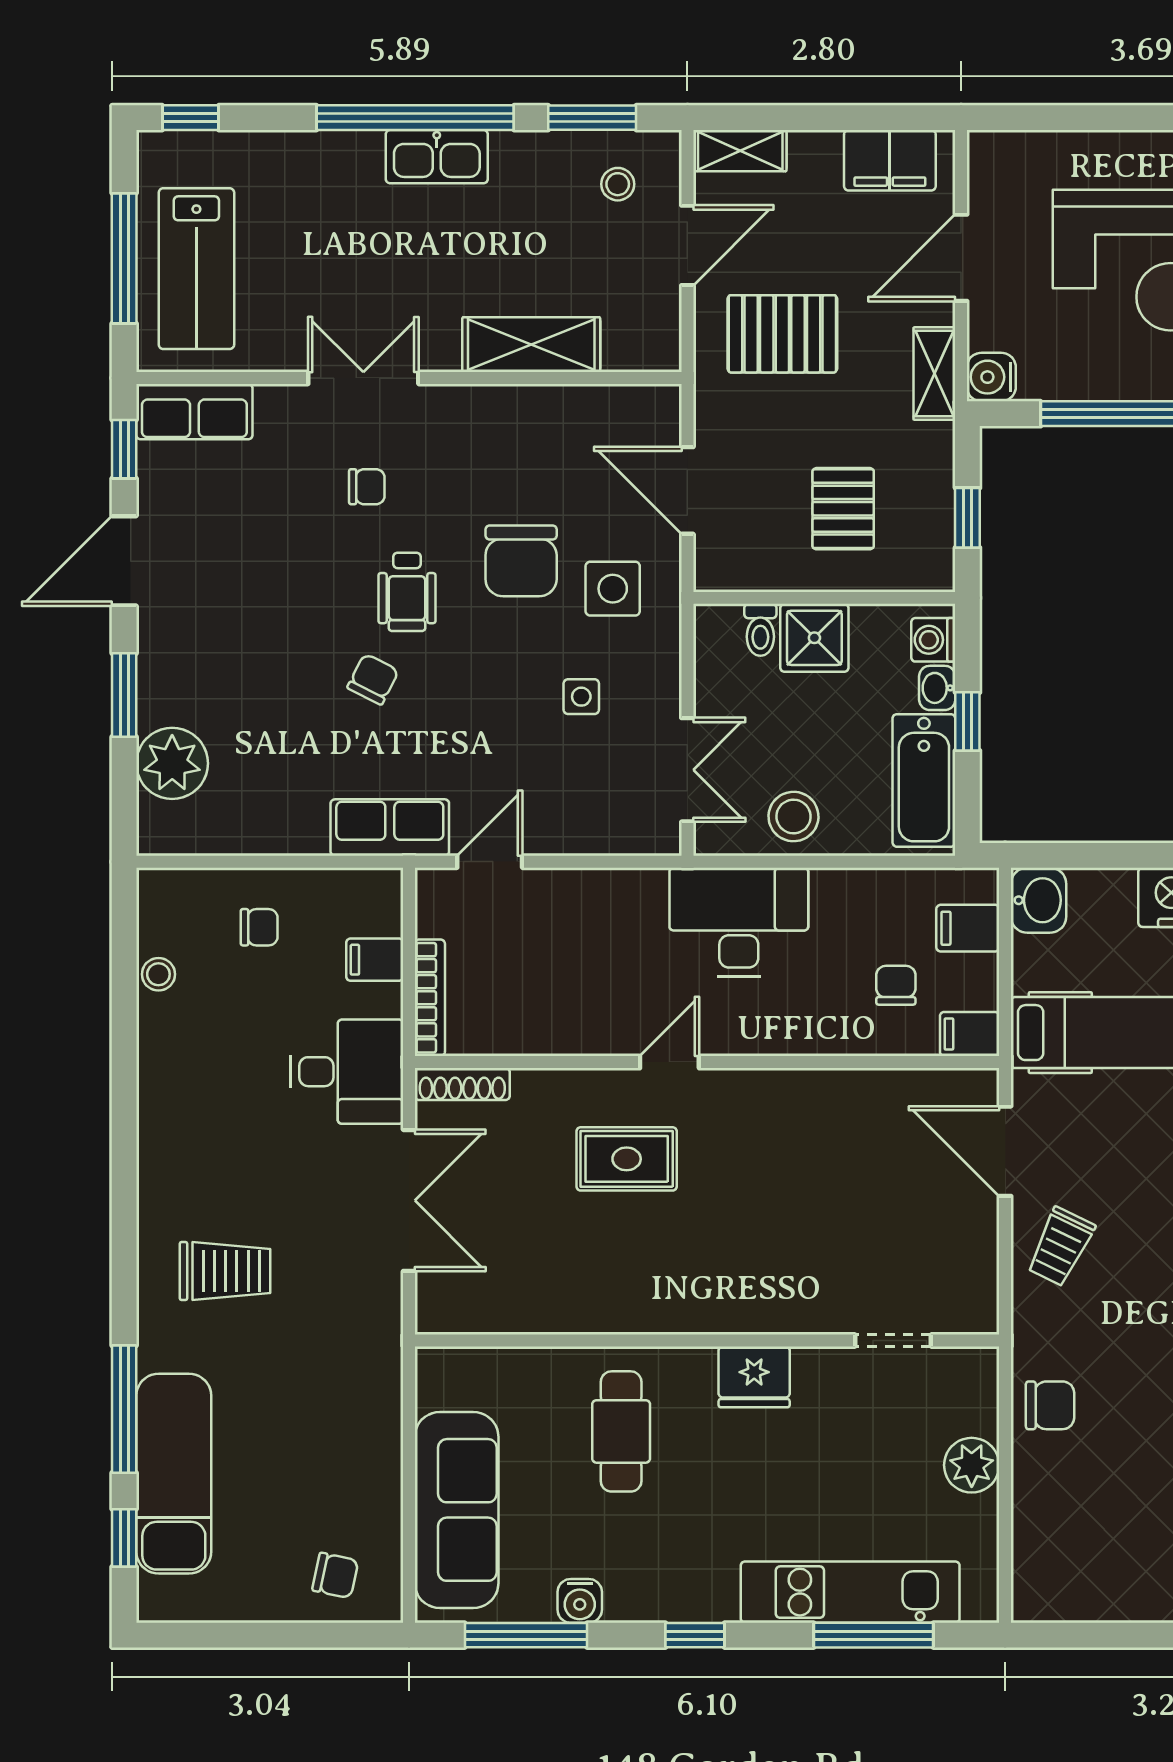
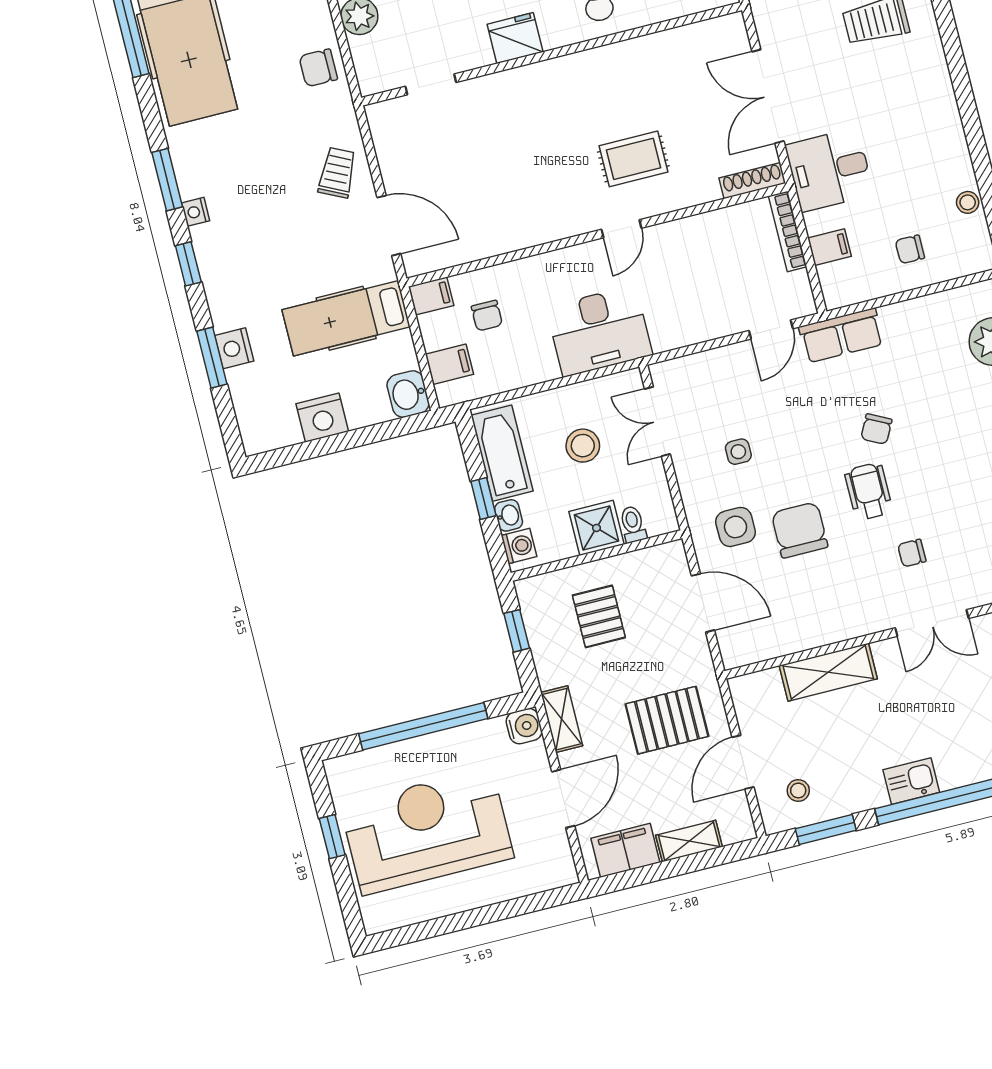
shelving: (740, 151) -> (689, 841), moved
kitchen sink: (437, 157) -> (911, 781), width x0.73
stool: (793, 817) -> (583, 446), moved

